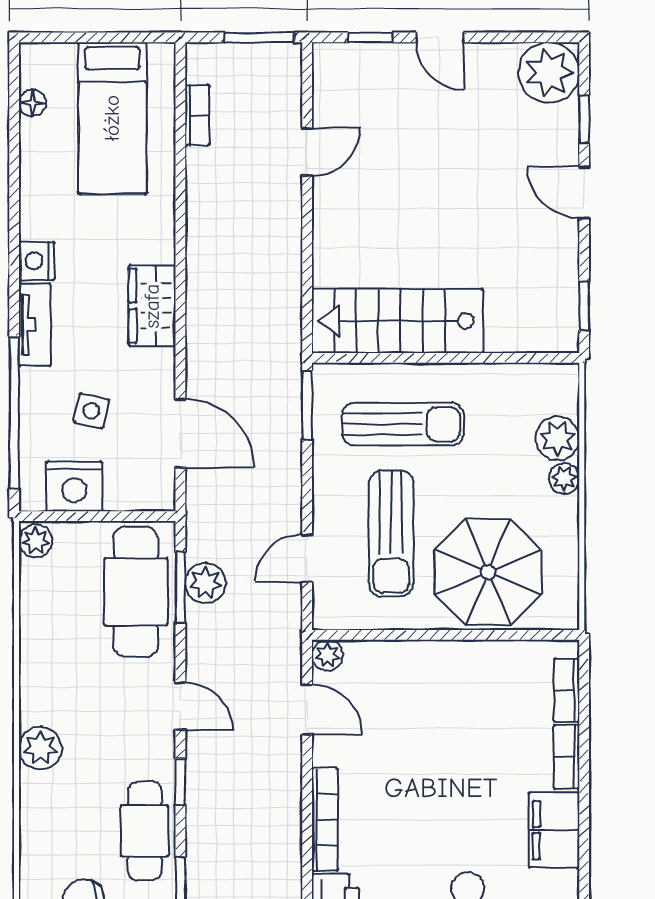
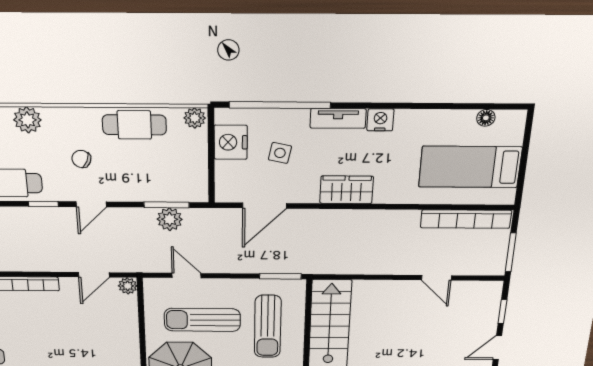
bookcase: (197, 115) -> (466, 219), width x2.31, depth x1.31
cafe table: (136, 592) -> (134, 125), moved, width x0.73, depth x0.74
chair: (103, 717) -> (81, 159), added
plant: (40, 748) -> (27, 120), moved

